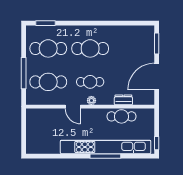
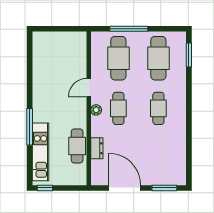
cafe table: (90, 48) -> (158, 108), width x0.73, depth x0.74
kitchen unit: (106, 147) -> (40, 152), width x0.54

